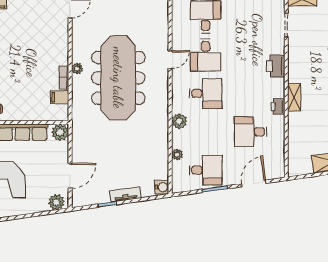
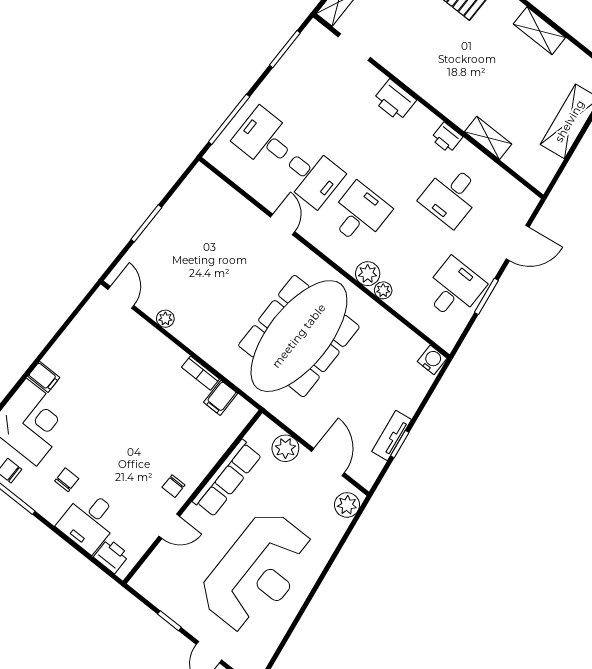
plant: (77, 68) -> (165, 319), moved
meeting table: (118, 78) -> (299, 336), moved, turned 90
shelving: (294, 97) -> (488, 138), moved
plant: (60, 132) -> (285, 448), moved
plant: (177, 155) -> (383, 290), moved
door: (254, 183) -> (518, 243), swing flipped
tv unit: (125, 194) -> (392, 435), moved

